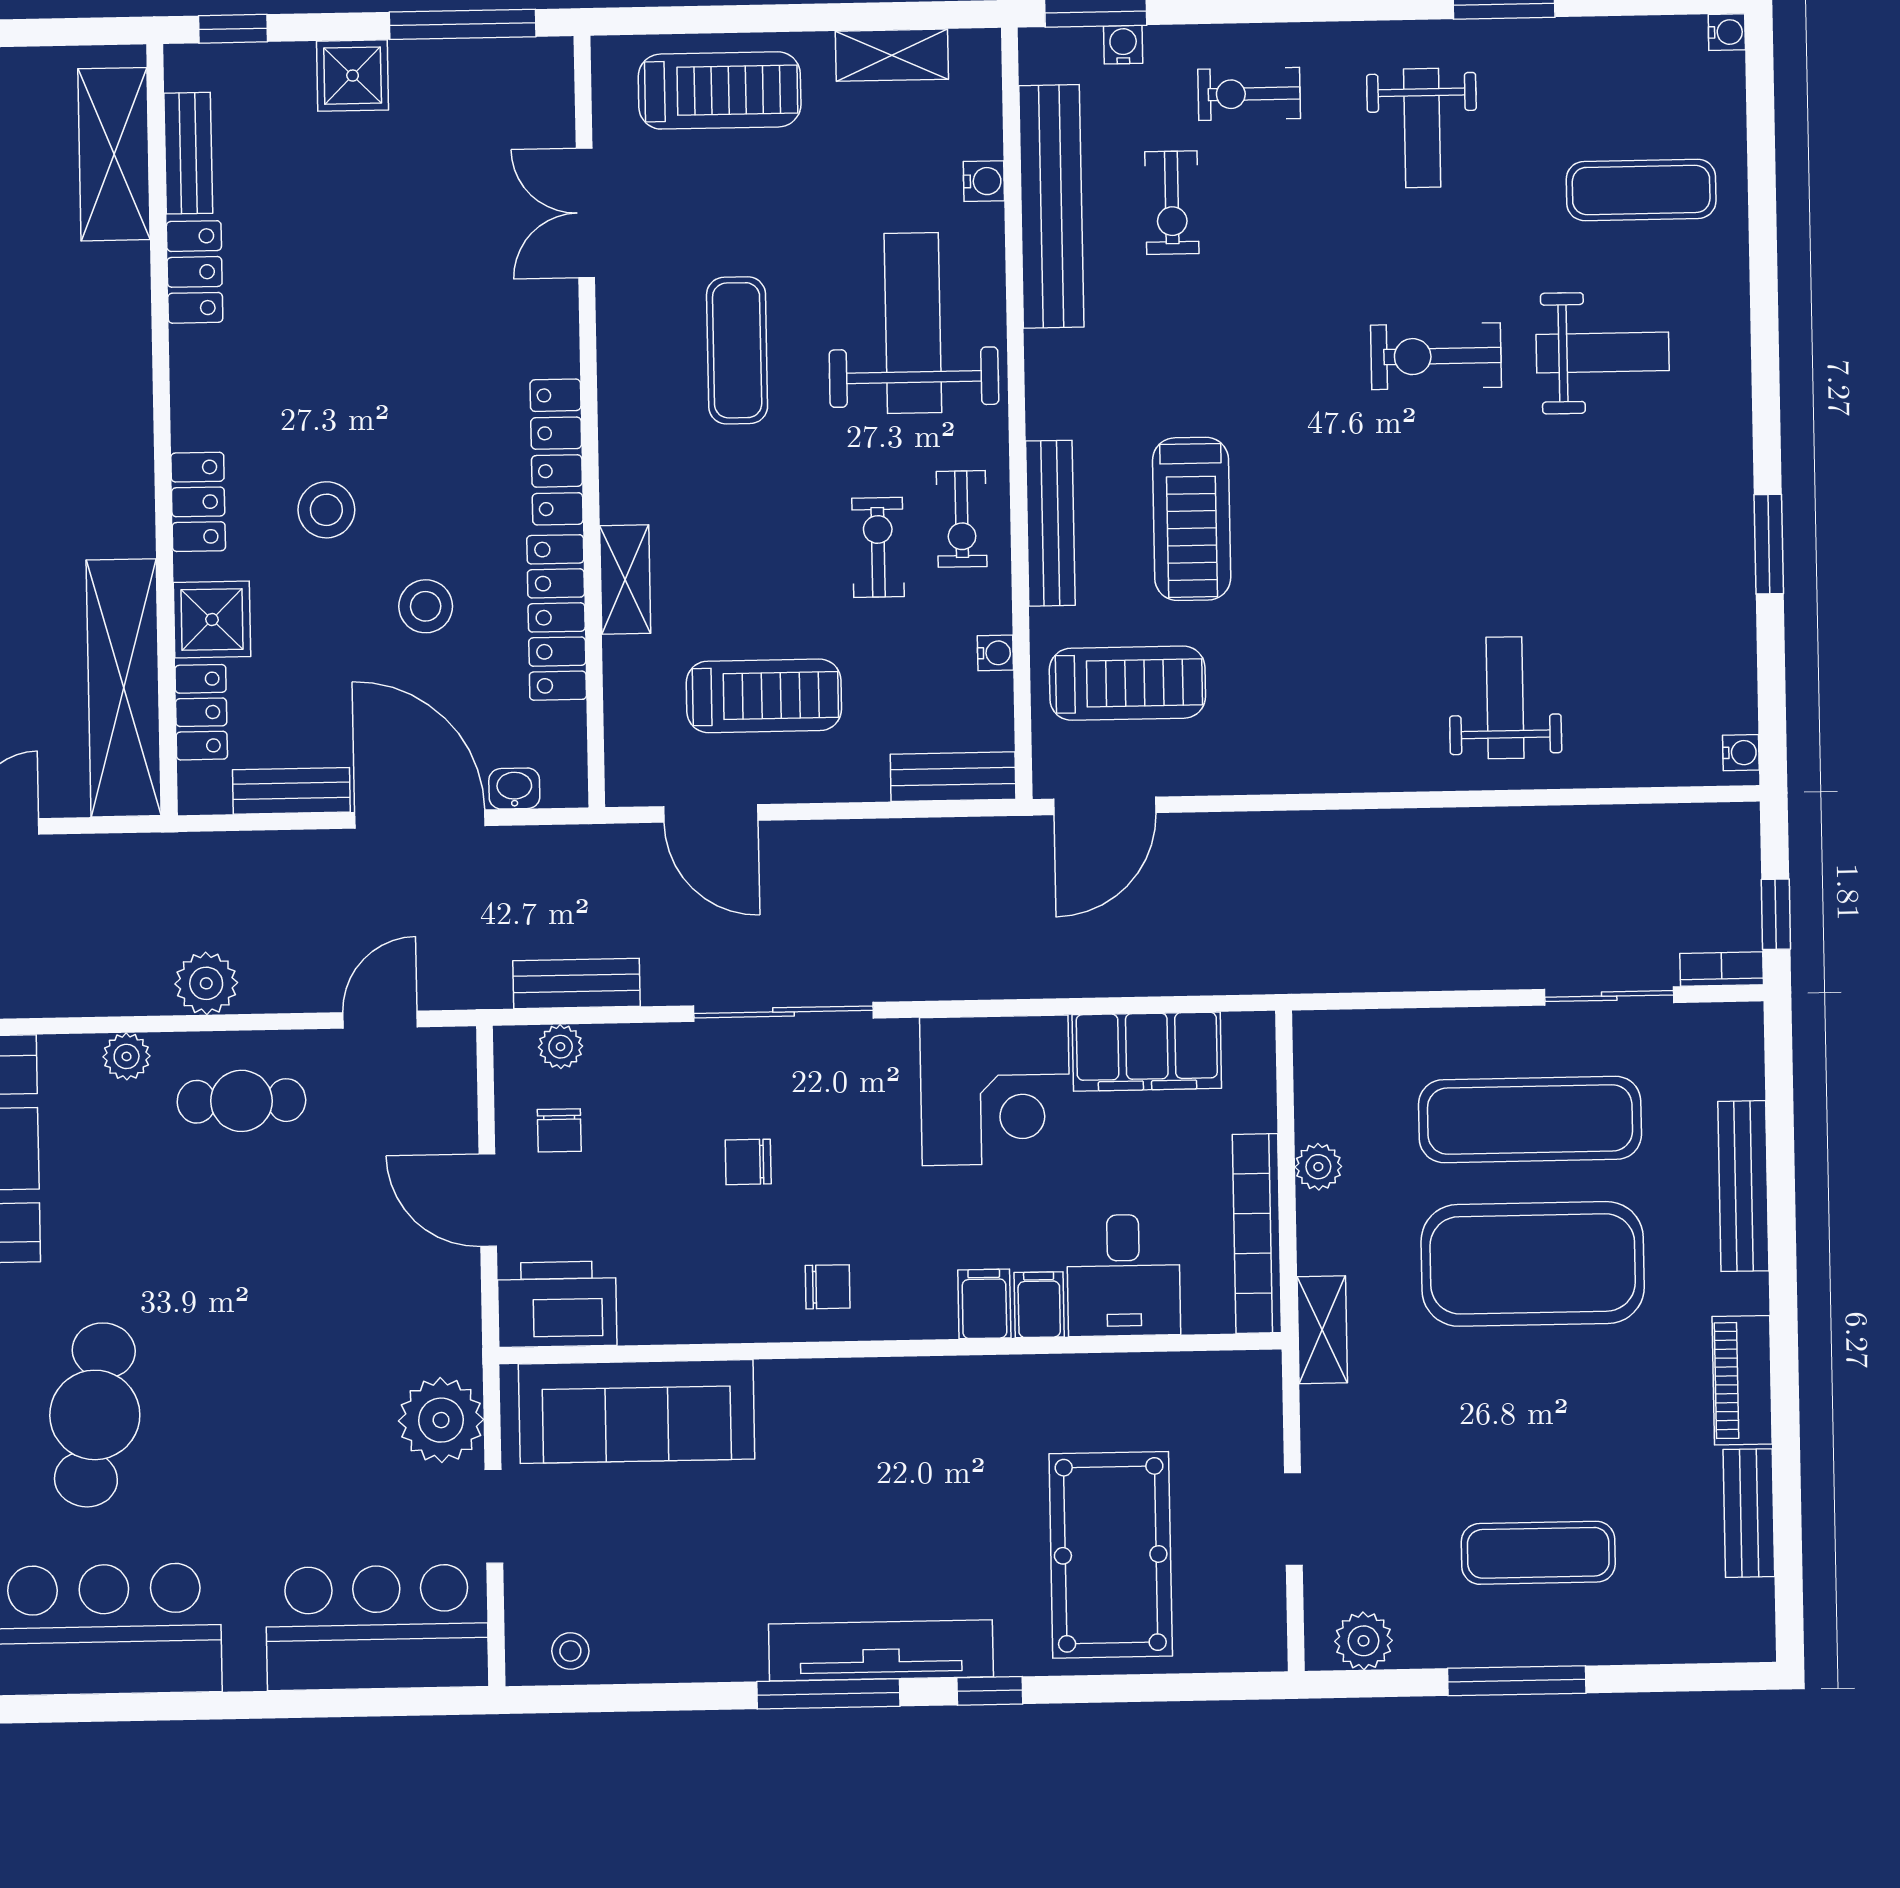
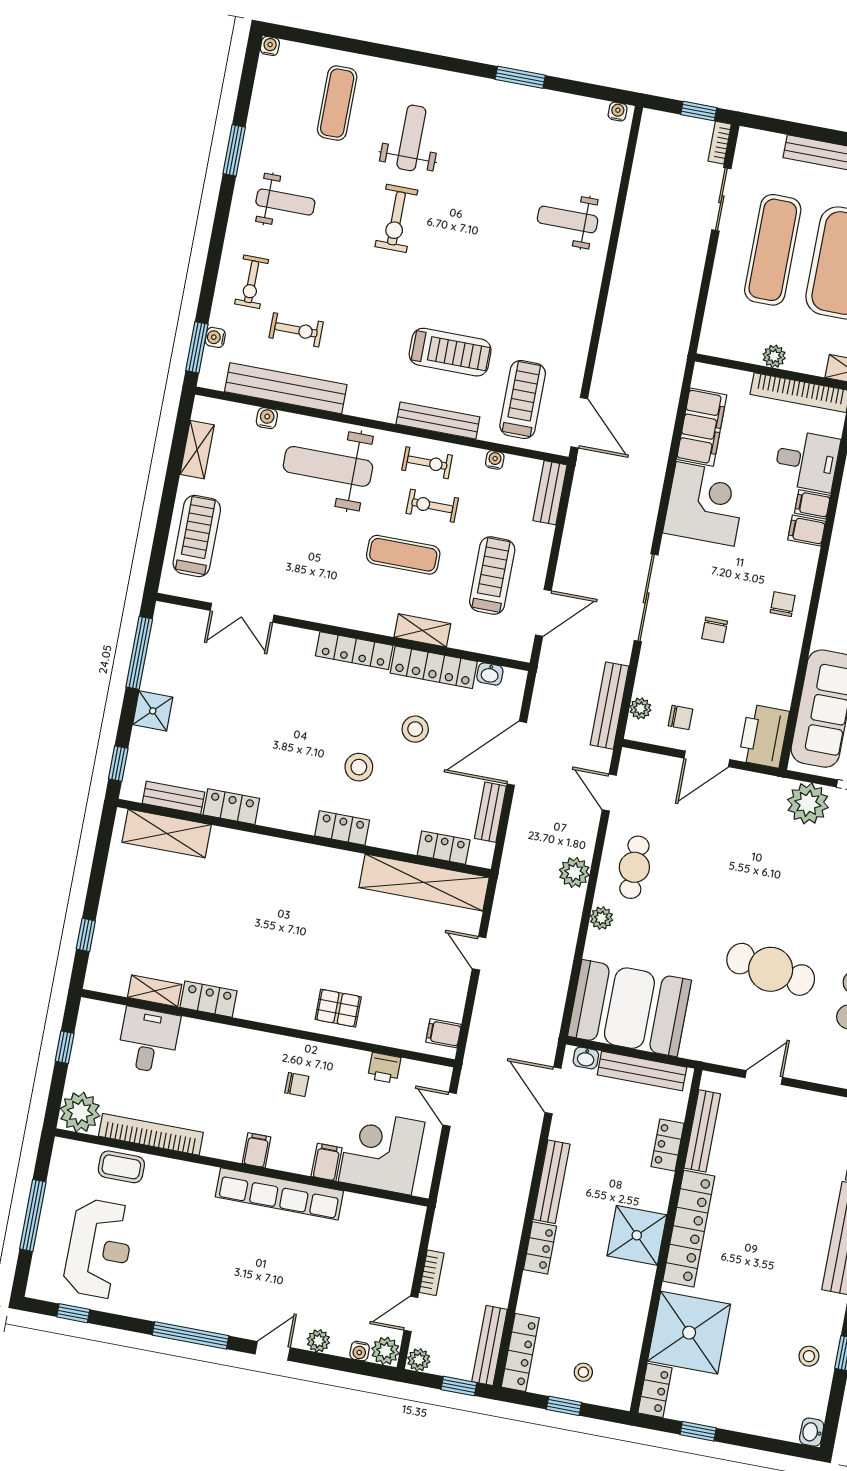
exercise mat: (737, 350) -> (403, 555), moved
shower: (212, 619) -> (400, 833), removed
washbasin: (514, 788) -> (490, 674), moved, turned -90
bench: (576, 983) -> (610, 706), width x1.36

